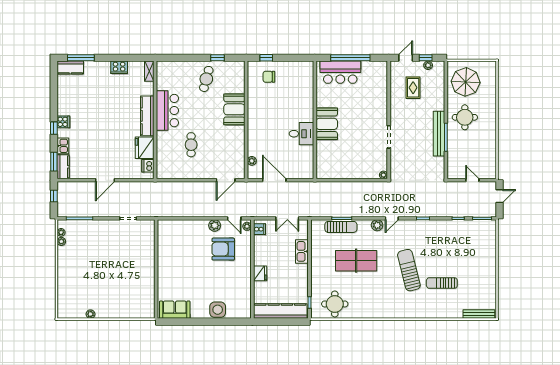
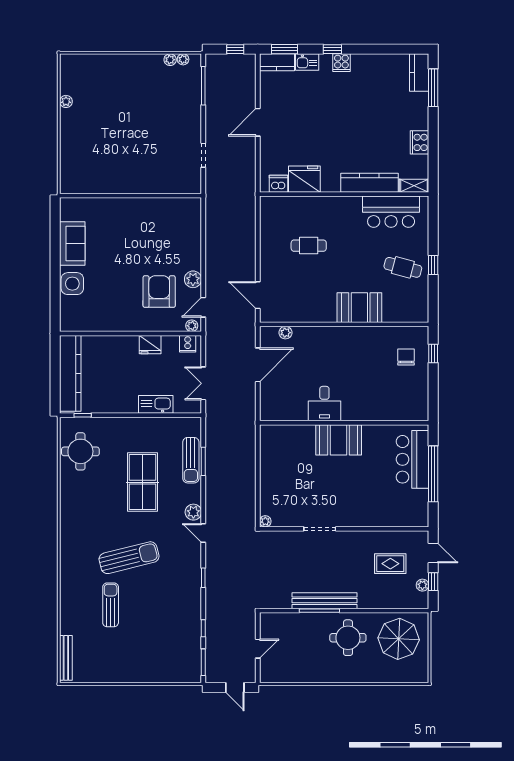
window: (218, 58) -> (433, 265), moved
bar counter: (167, 111) -> (391, 212), moved
kitchen counter: (147, 116) -> (369, 183), moved
door: (105, 180) -> (258, 122), hinge flipped
fridge: (260, 273) -> (150, 345), moved
sofa: (175, 310) -> (72, 244), moved

